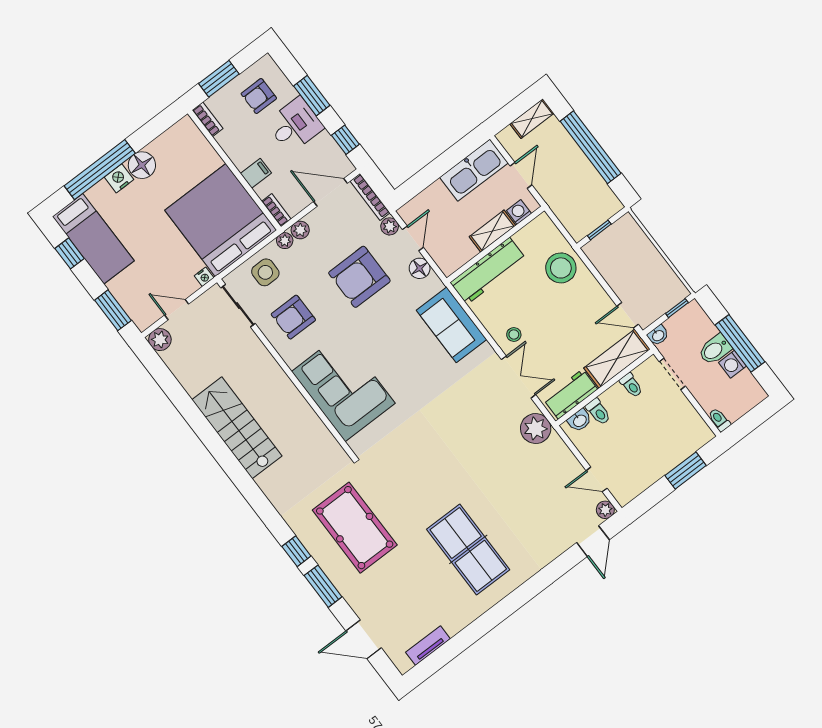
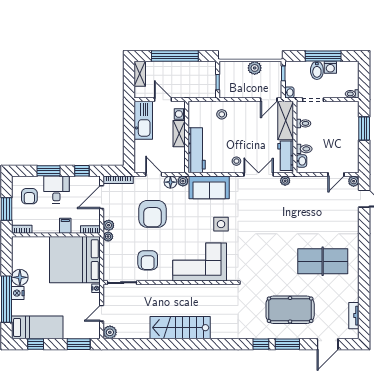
plant: (390, 226) -> (183, 181), moved
plant: (655, 265) -> (255, 68), added
stool: (561, 268) -> (222, 114), width x0.53, depth x0.53
side table: (265, 272) -> (221, 224), moved
plant: (536, 429) -> (285, 181), width x0.53, depth x0.53
pool table: (355, 528) -> (290, 310), moved

